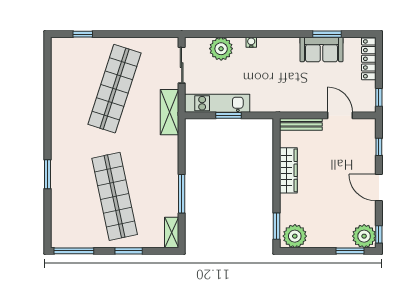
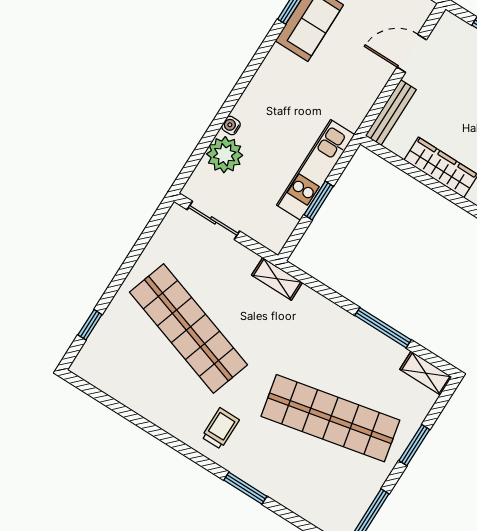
water cooler: (251, 42) -> (231, 125), moved
kitchen unit: (217, 103) -> (316, 170), moved
shelving: (170, 112) -> (277, 279), width x0.67, depth x0.75
trolley: (71, 140) -> (220, 428), added

